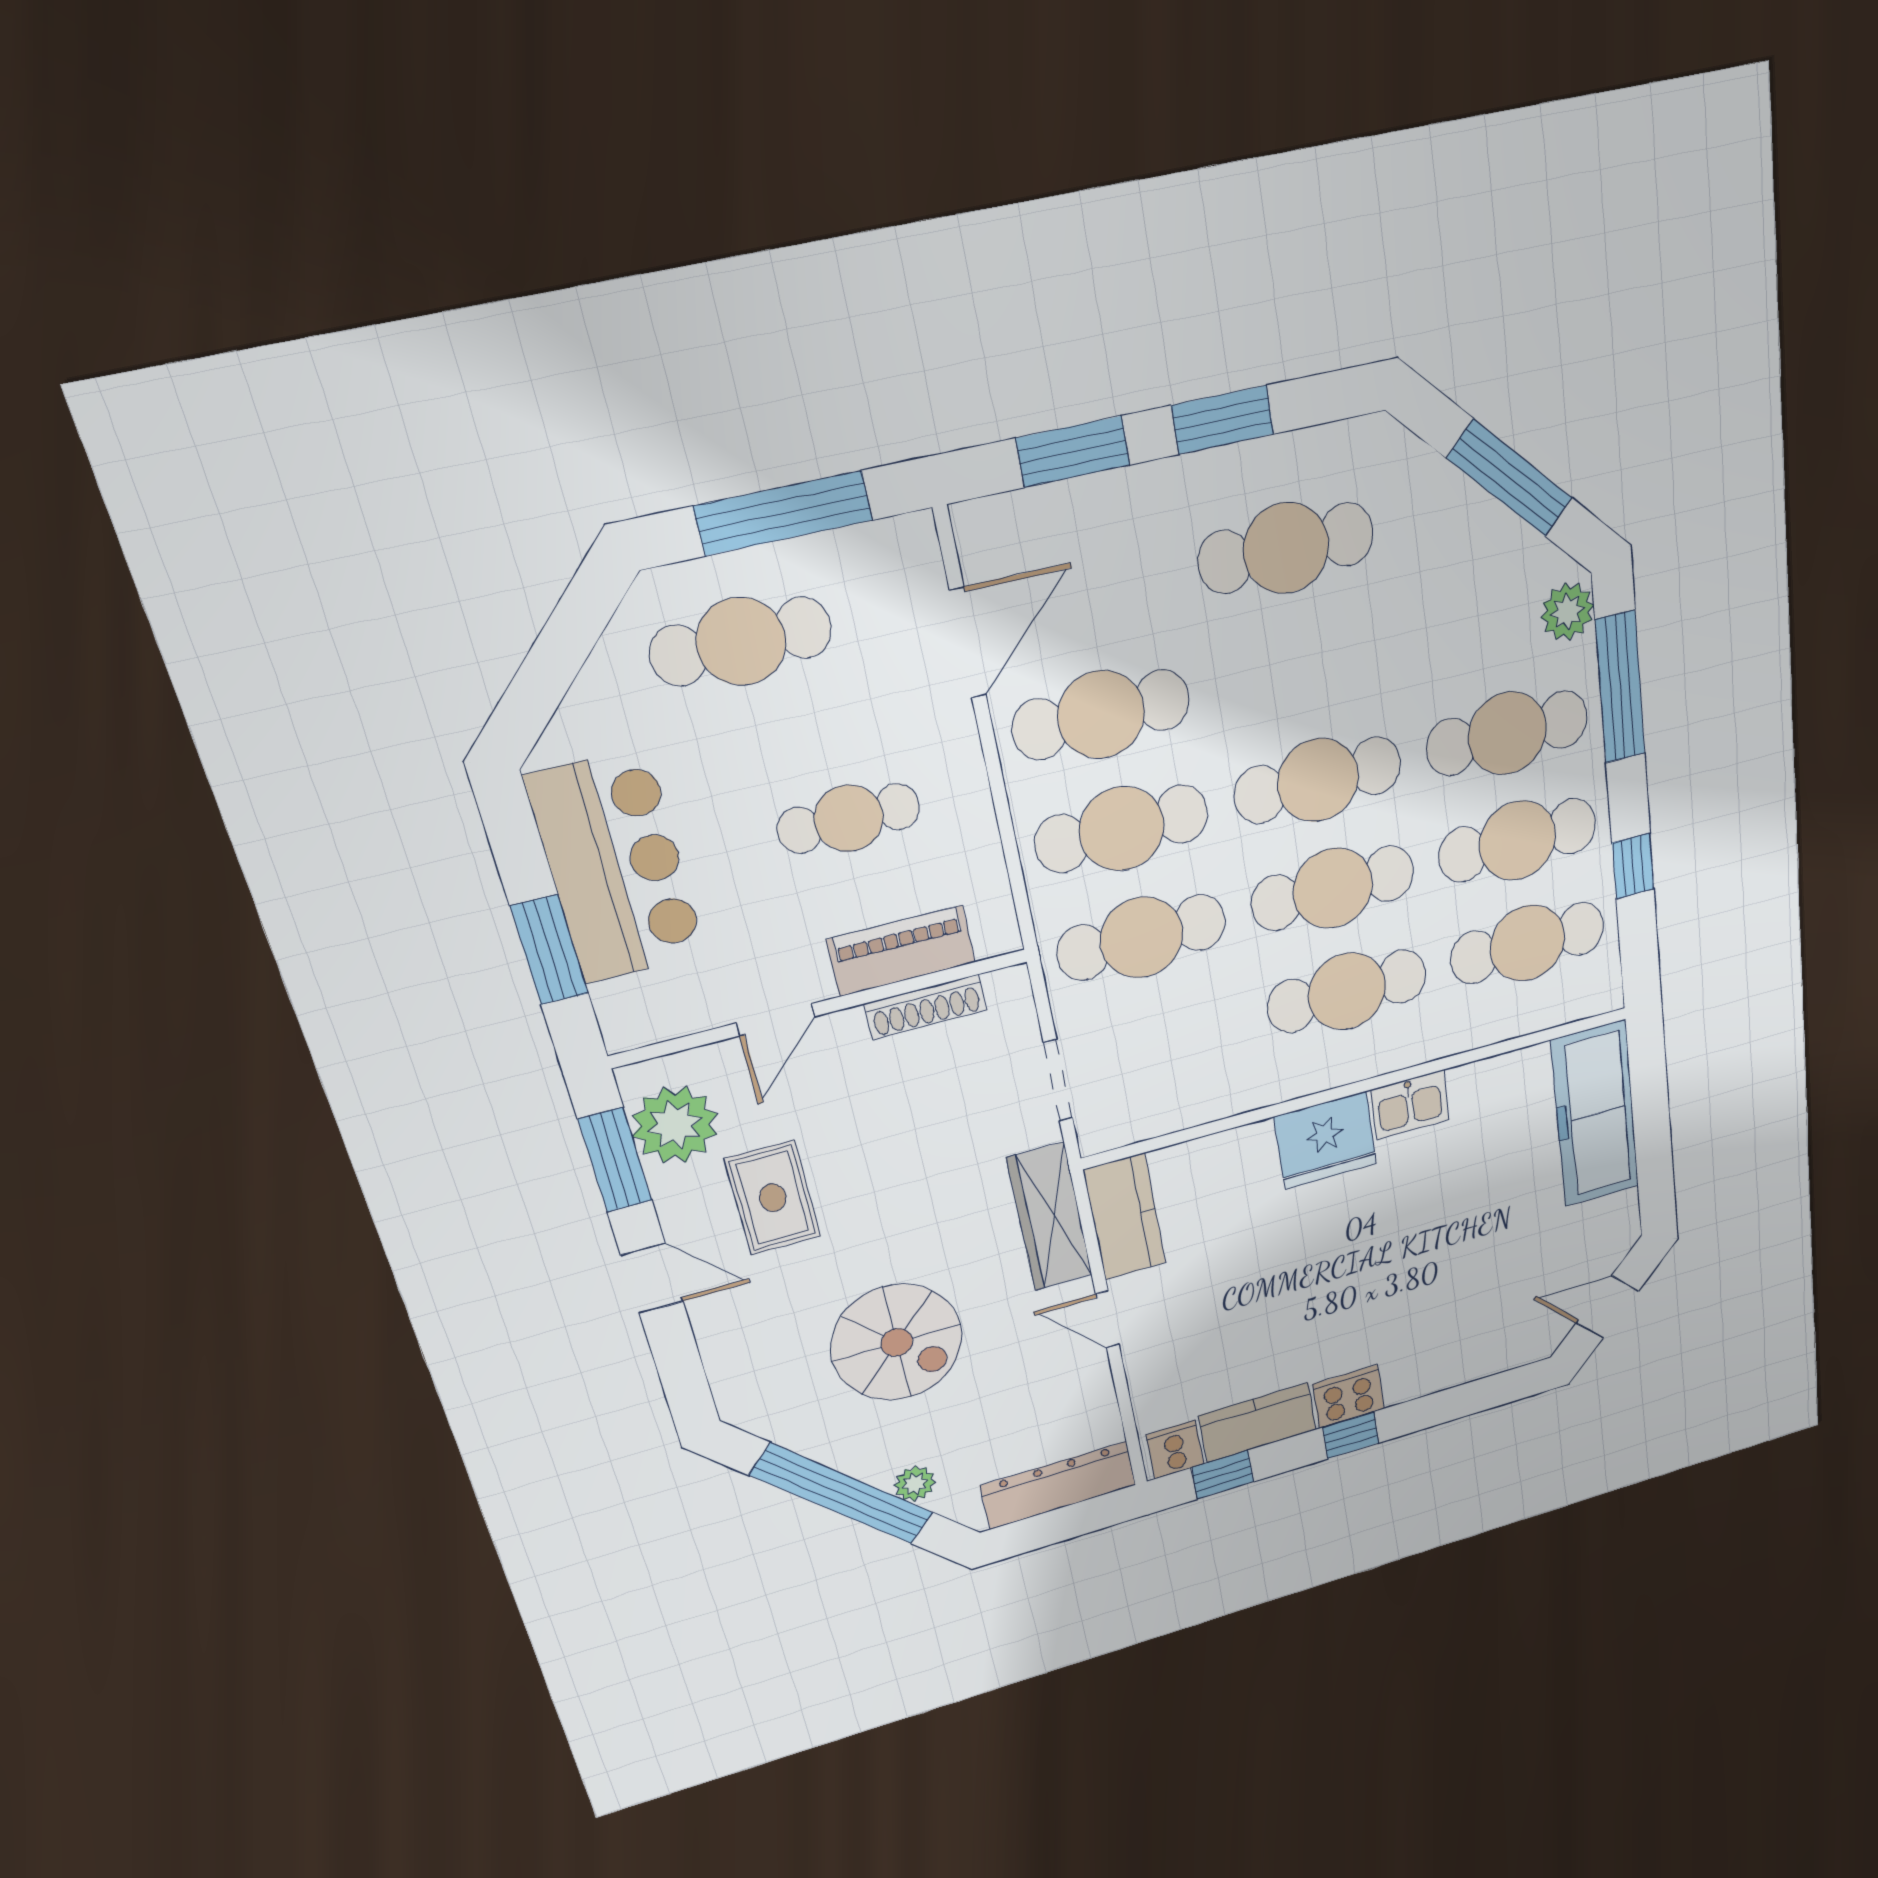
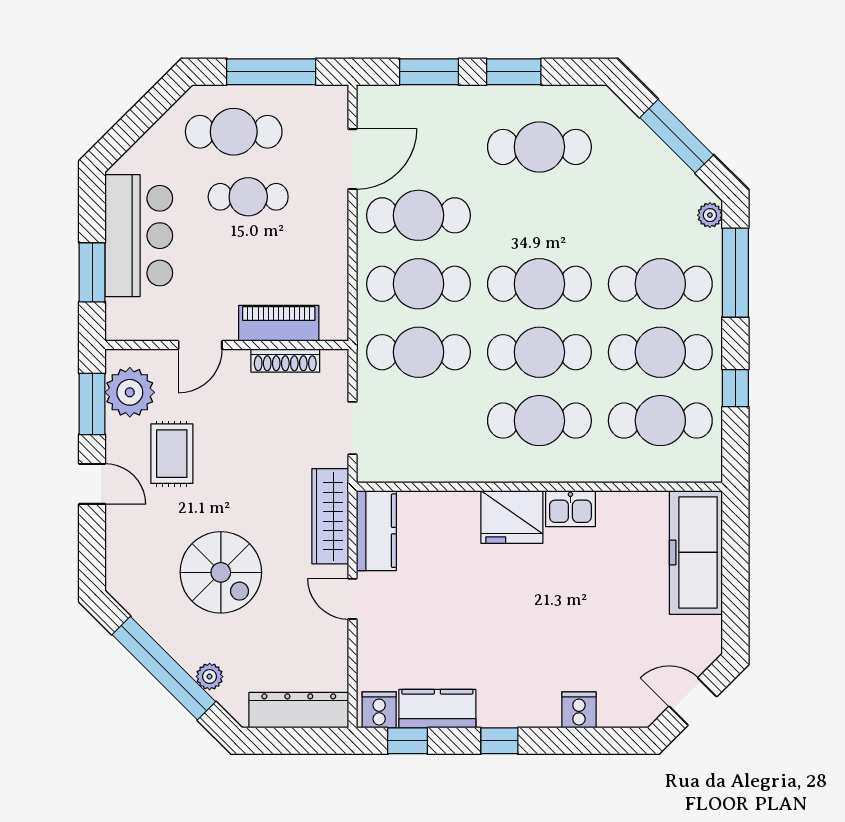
plant: (1567, 612) -> (710, 215), width x0.73, depth x0.73
cafe table: (849, 818) -> (248, 197), moved
cooker: (1348, 1397) -> (579, 710), moved, width x0.73

